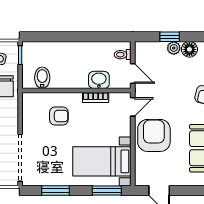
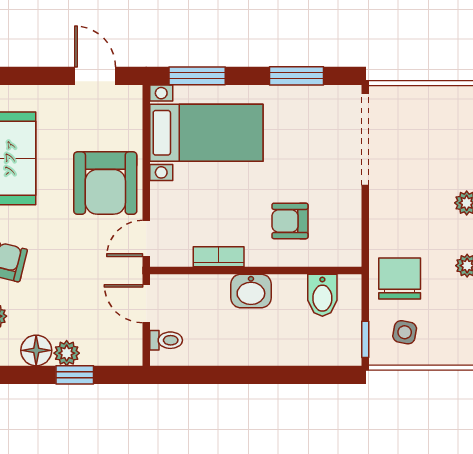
washbasin: (99, 80) -> (251, 291), moved

